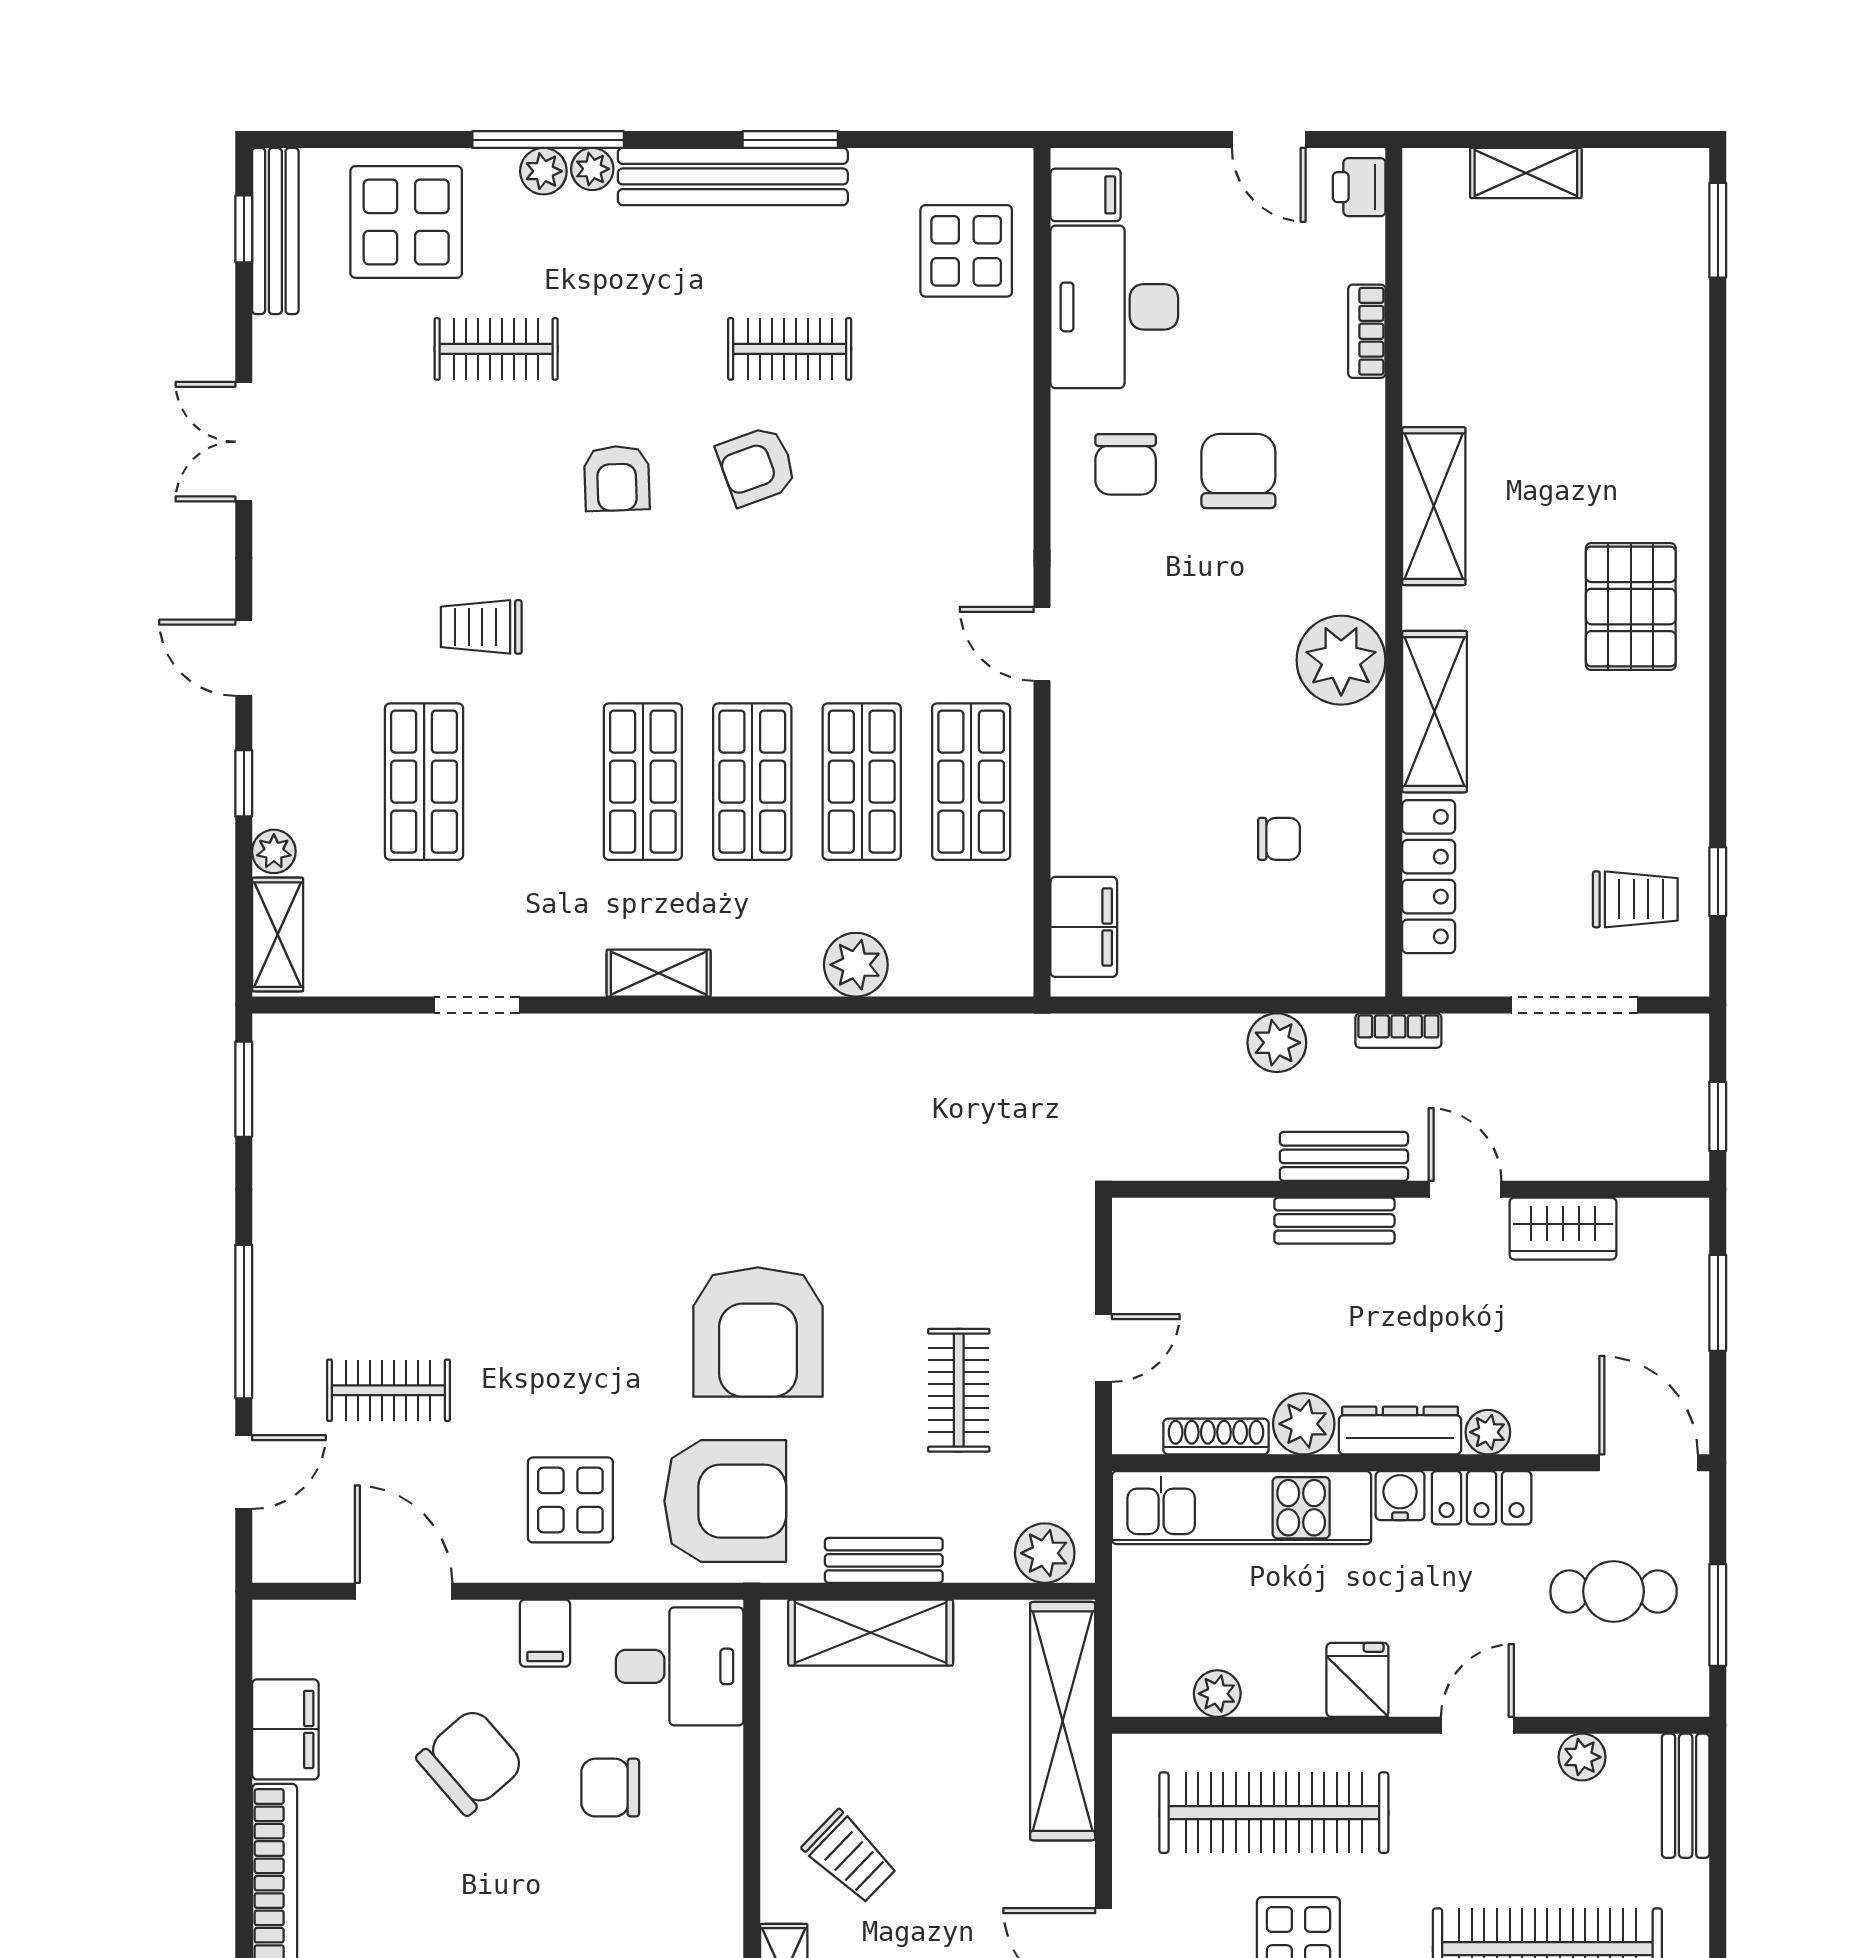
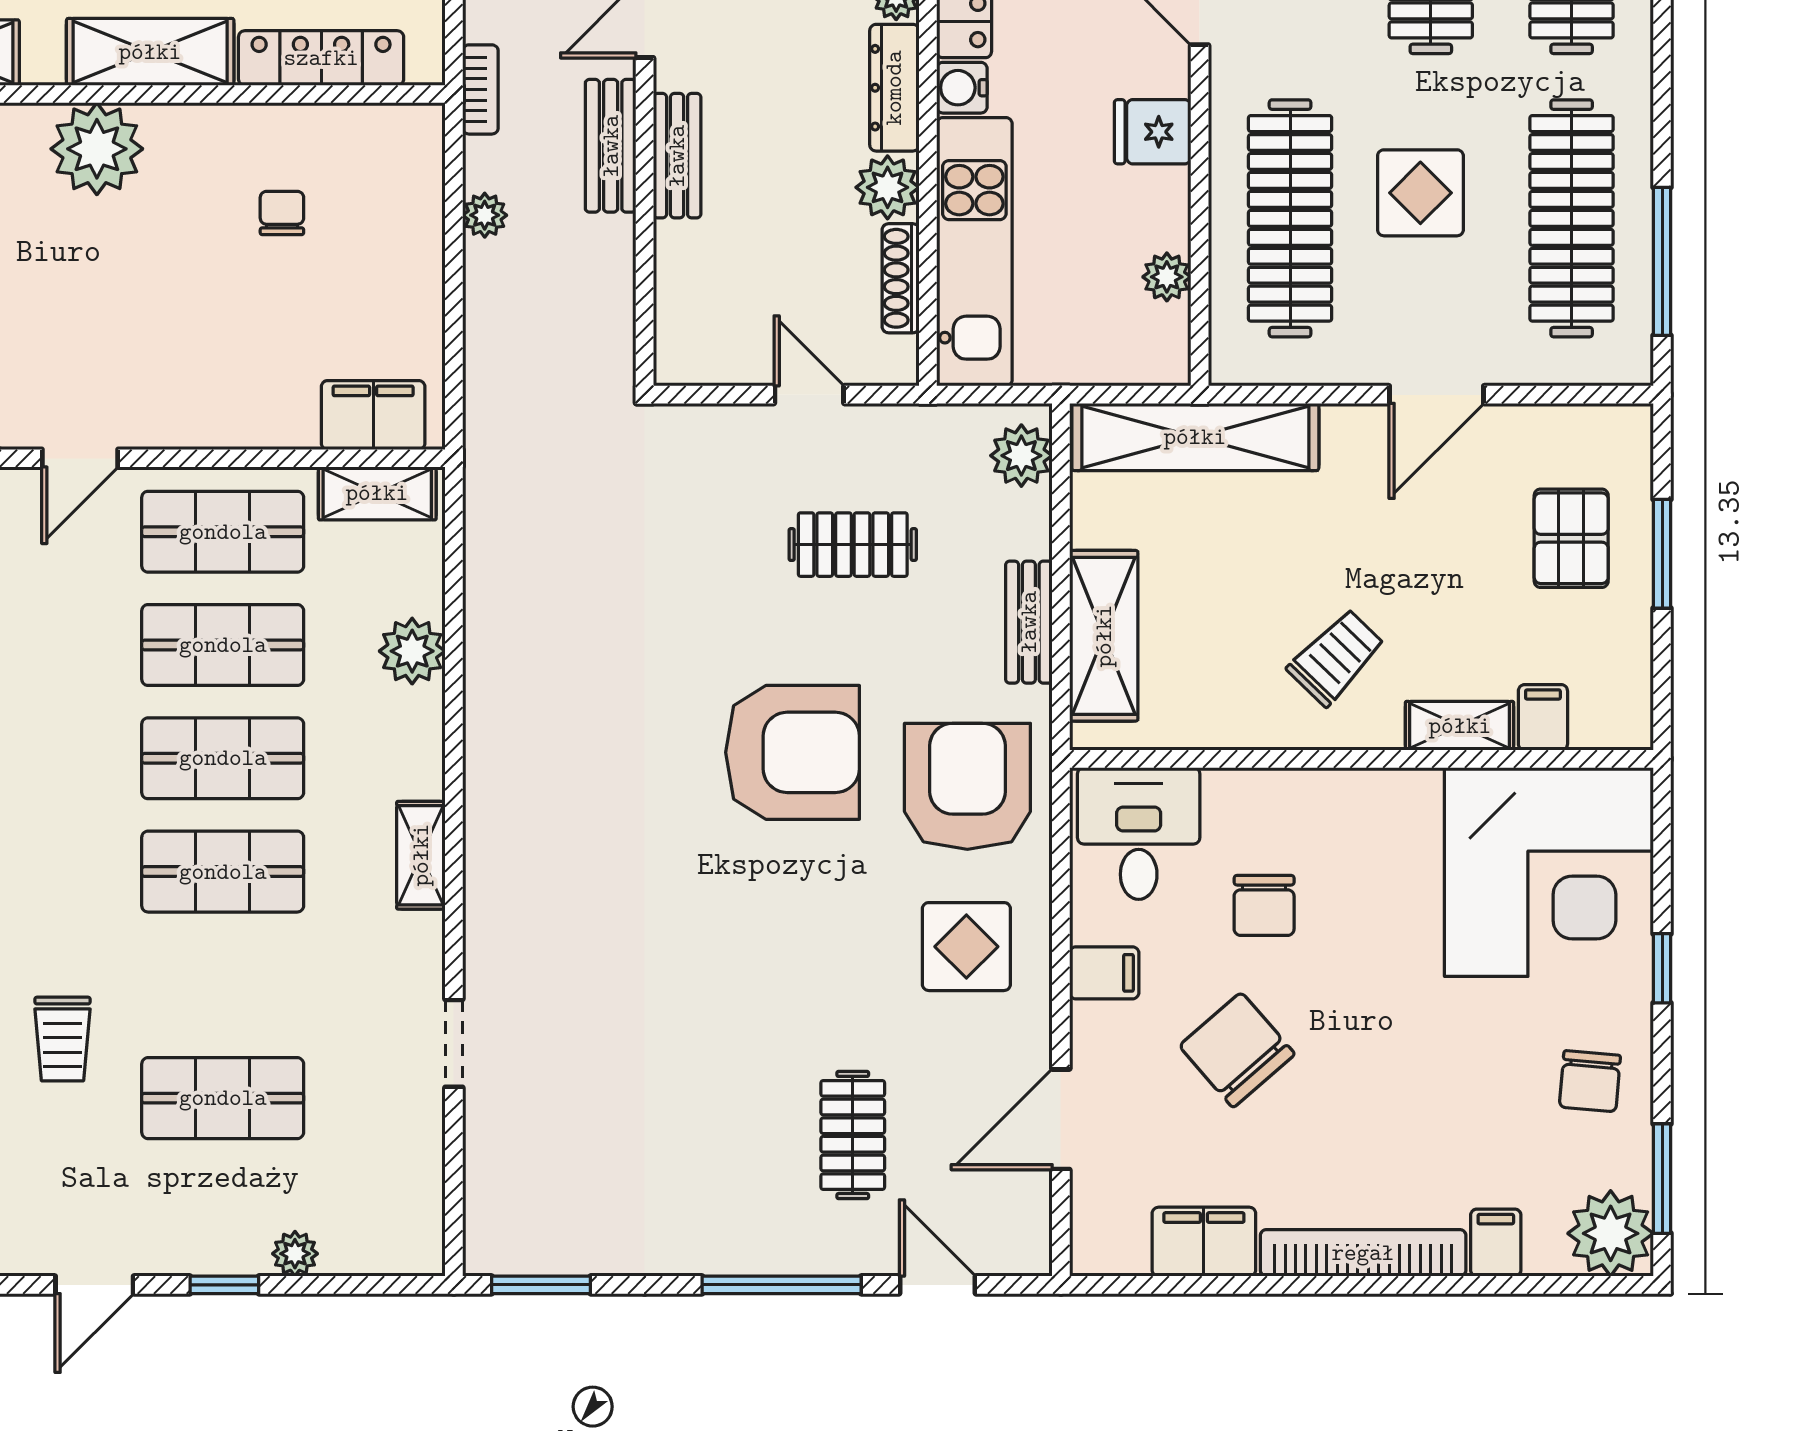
shelving: (278, 935) -> (377, 493), moved
plant: (1277, 1043) -> (485, 215), width x0.73, depth x0.73

